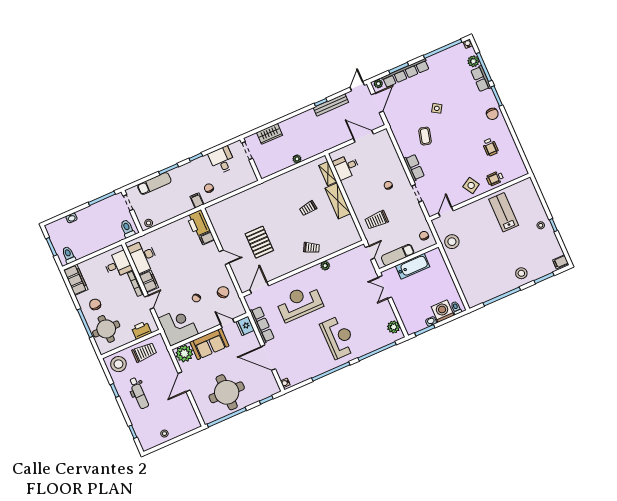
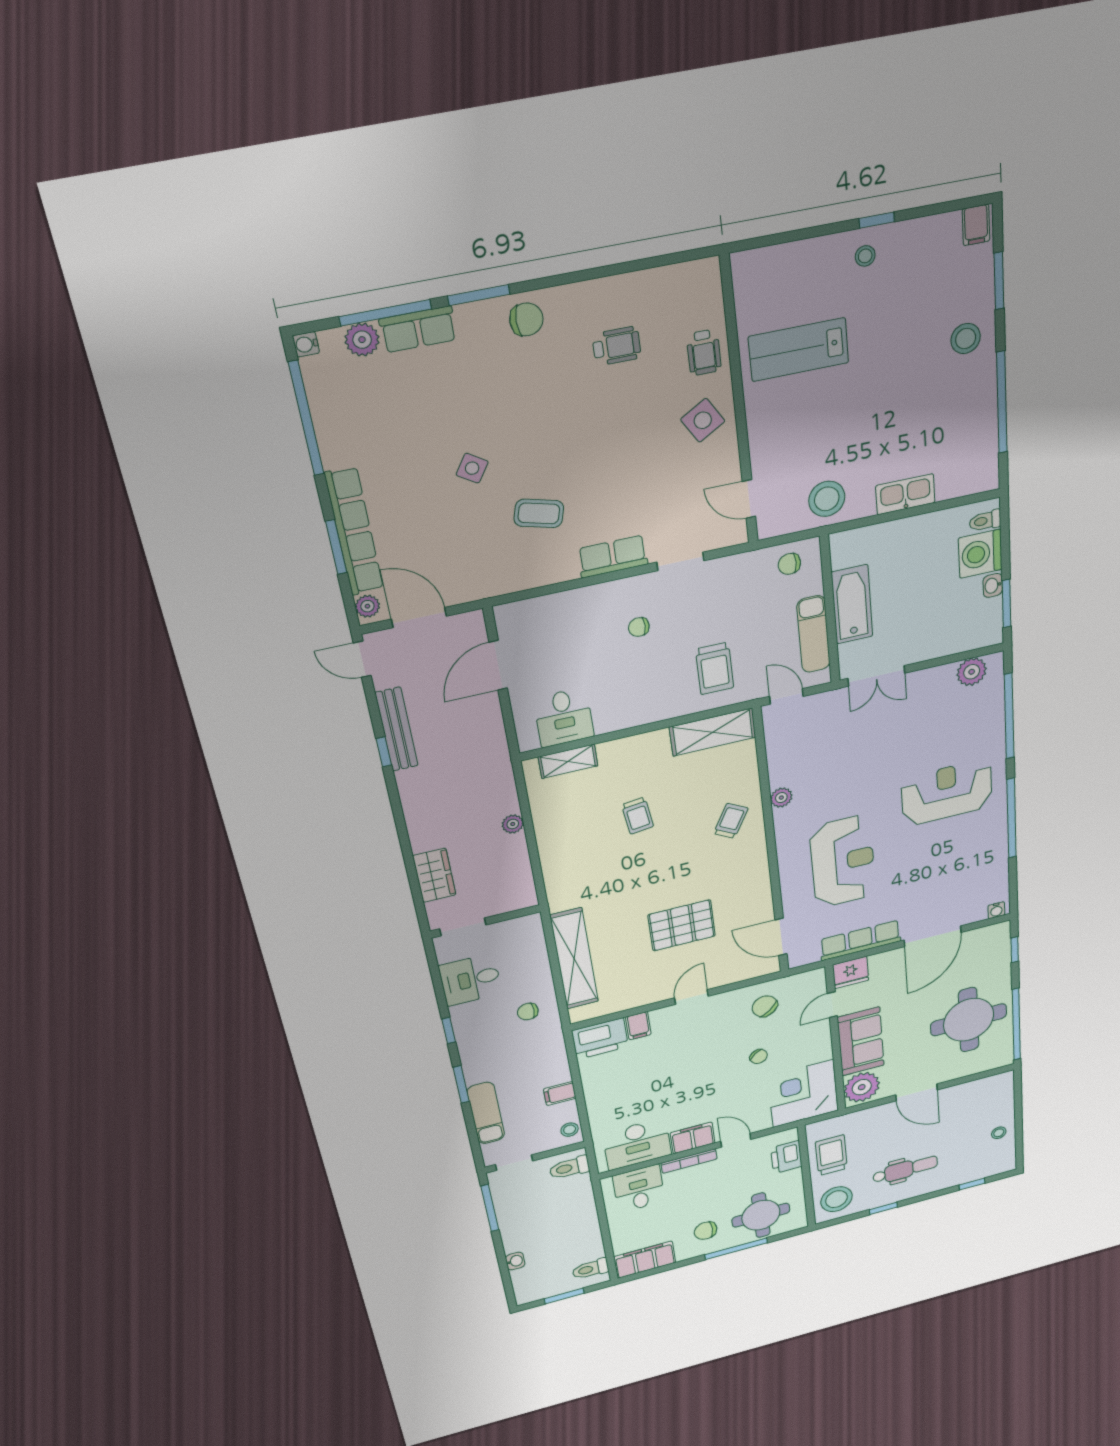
filing cabinet: (197, 200) -> (560, 1094), moved
shelving: (237, 201) -> (574, 959), added
shelving: (338, 201) -> (713, 732), moved
kitchen sink: (460, 272) -> (905, 494), added
reception desk: (299, 303) -> (843, 861), turned 180

